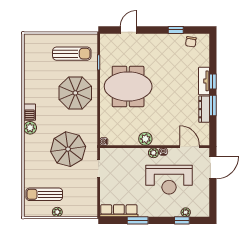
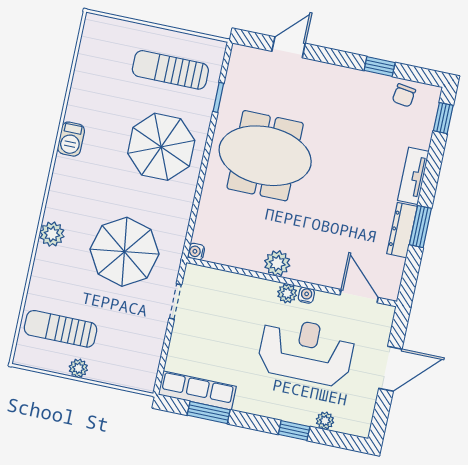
sun lounger: (72, 54) -> (170, 70), turned 180
window: (213, 82) -> (443, 118), moved
barbecue: (30, 112) -> (71, 139), moved
plant: (30, 128) -> (52, 234), moved
door: (213, 168) -> (390, 369), moved
reception desk: (169, 180) -> (306, 351), turned 180
window: (138, 220) -> (209, 412), moved
window: (182, 220) -> (294, 431), moved

